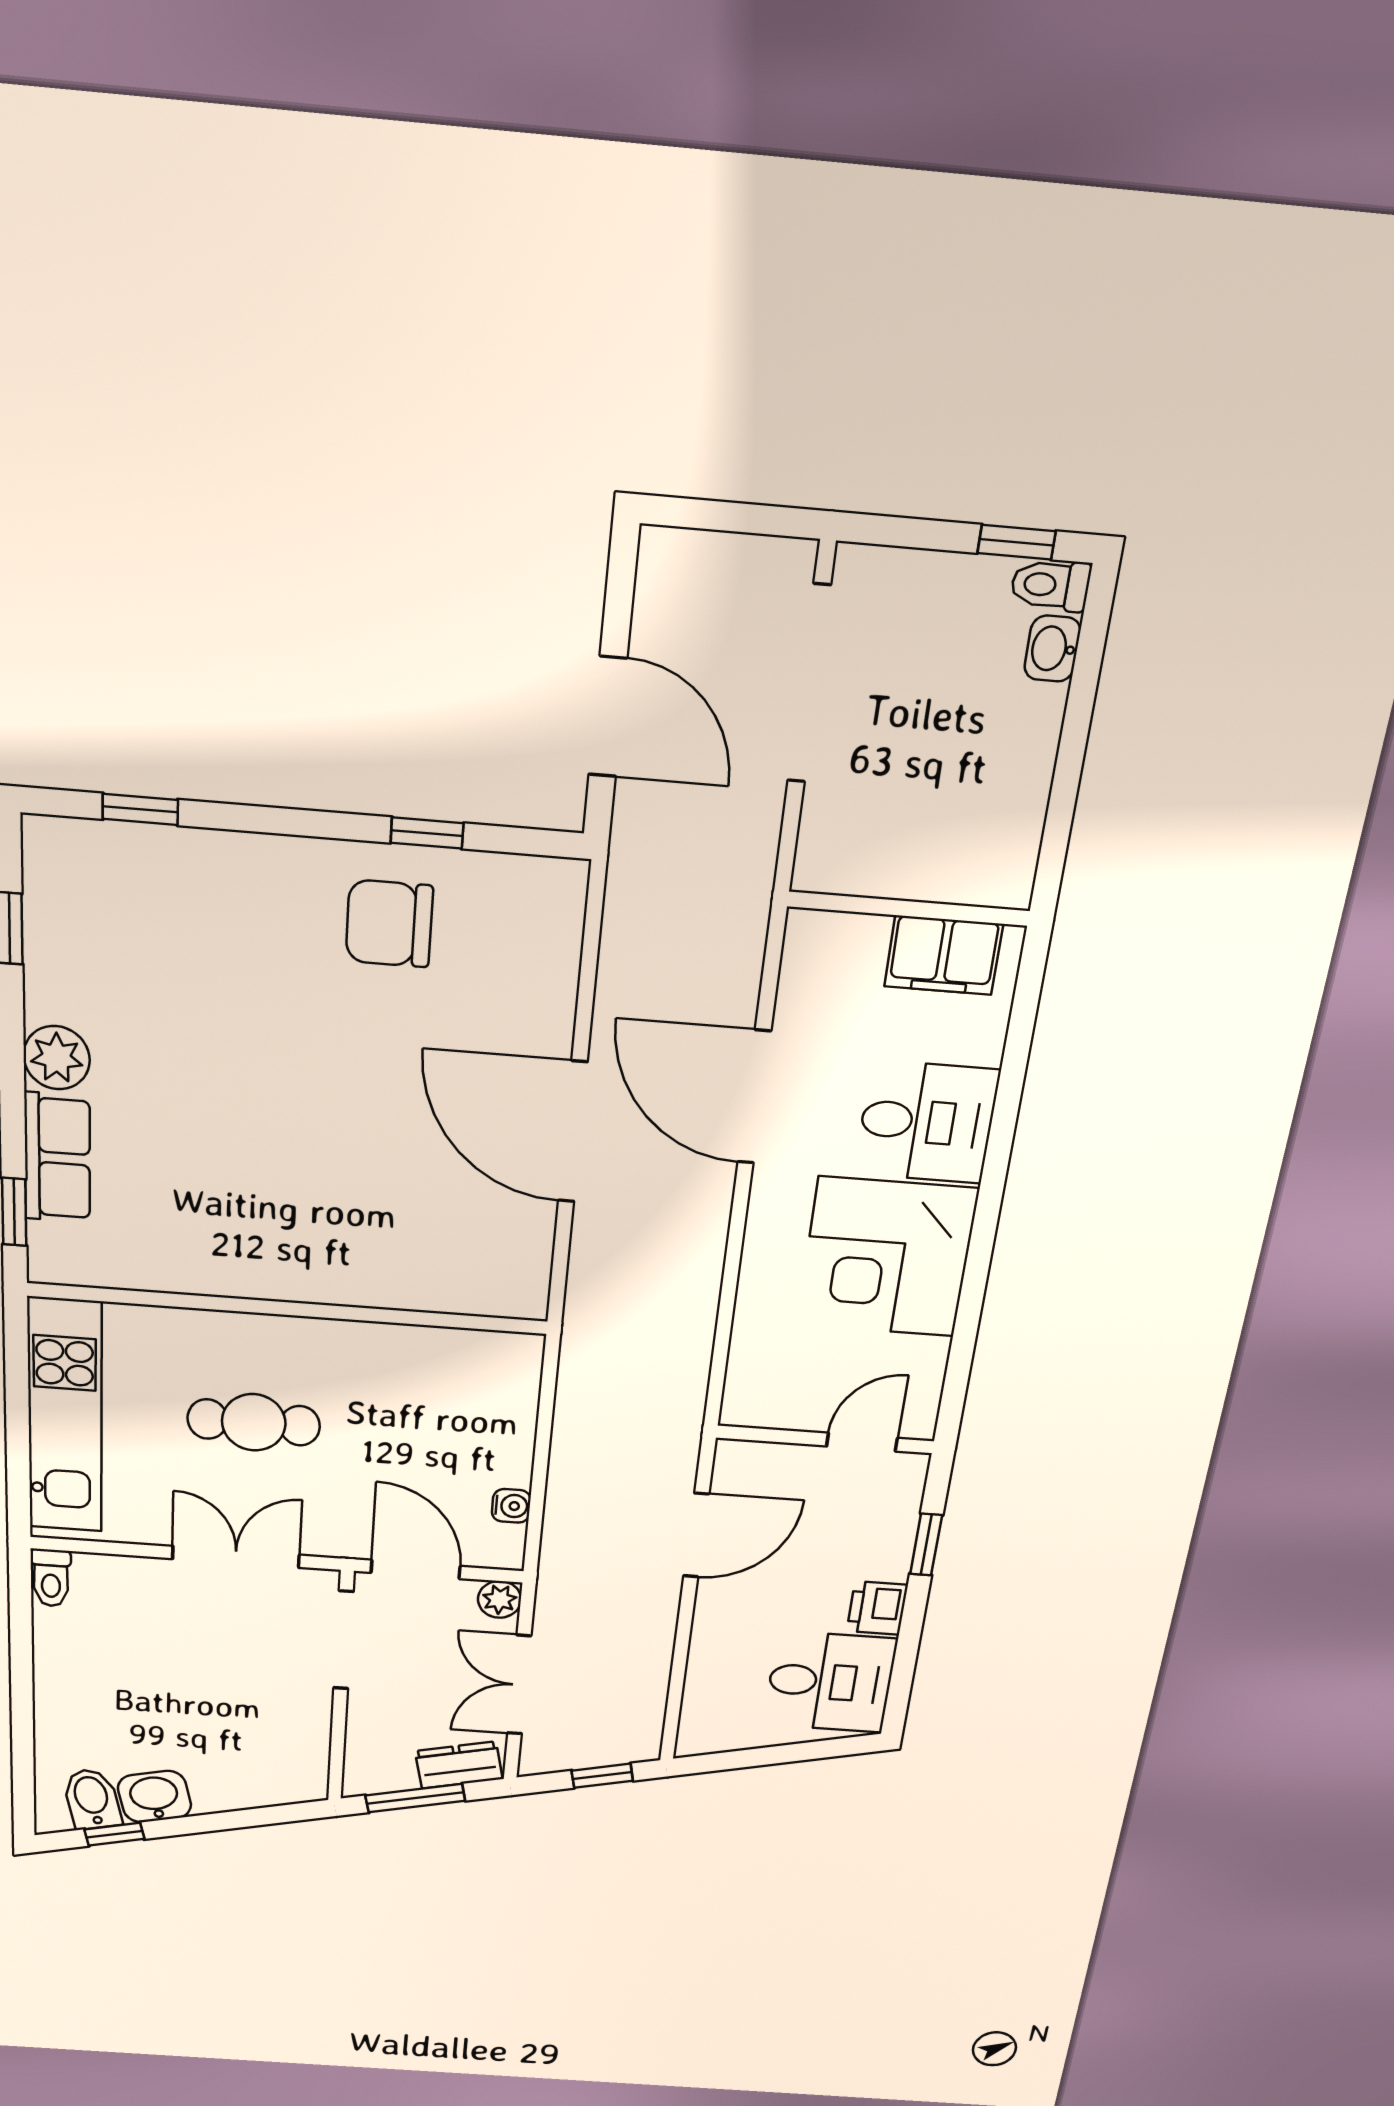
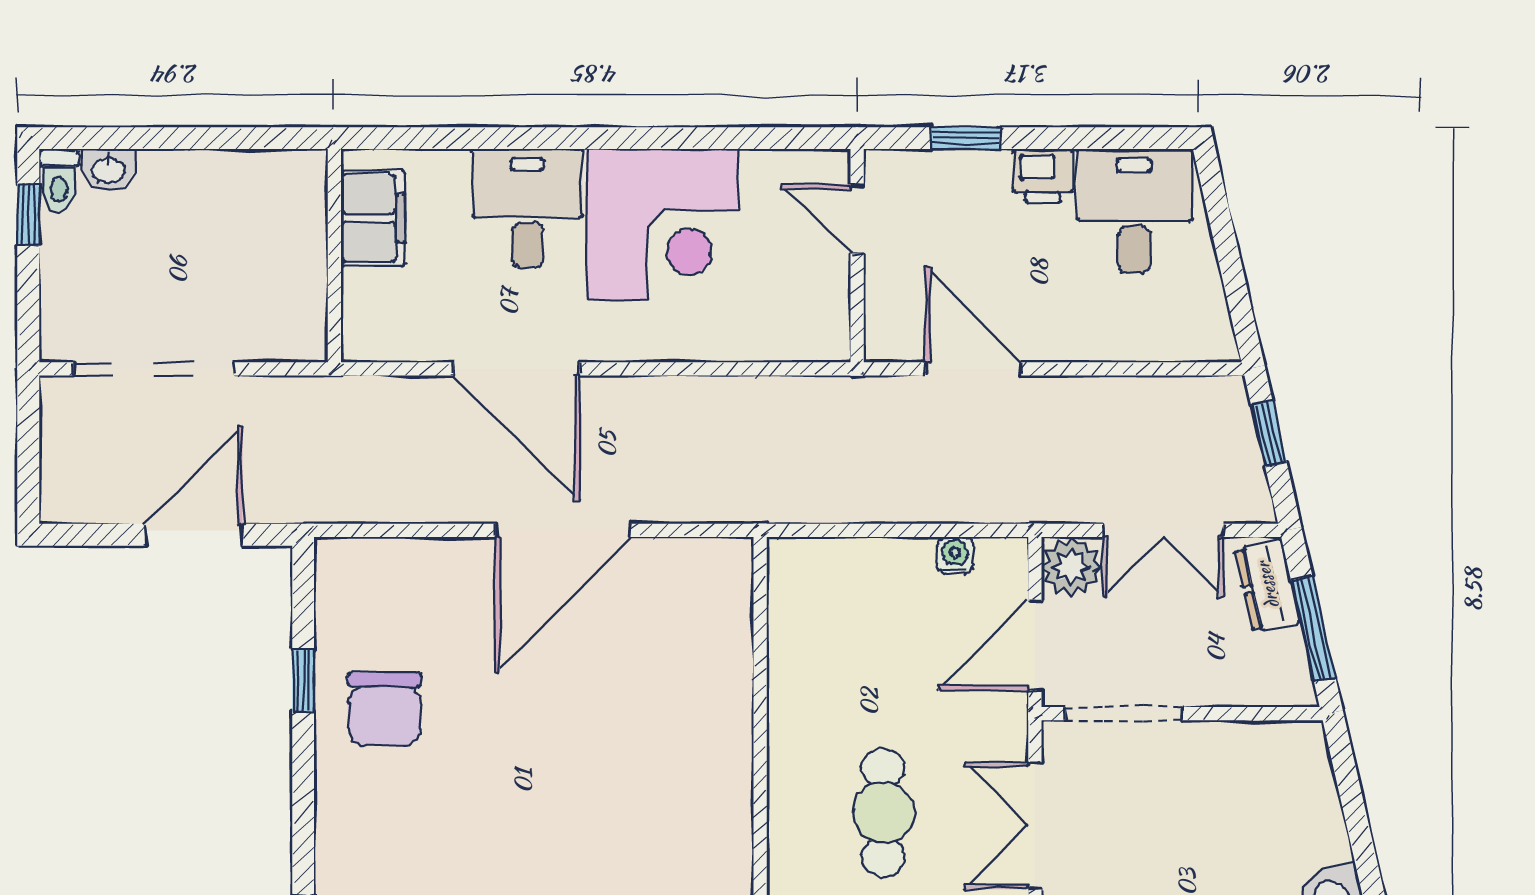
door: (754, 1097) -> (516, 369), hinge flipped
plant: (500, 1599) -> (1071, 567), width x1.38, depth x1.38

